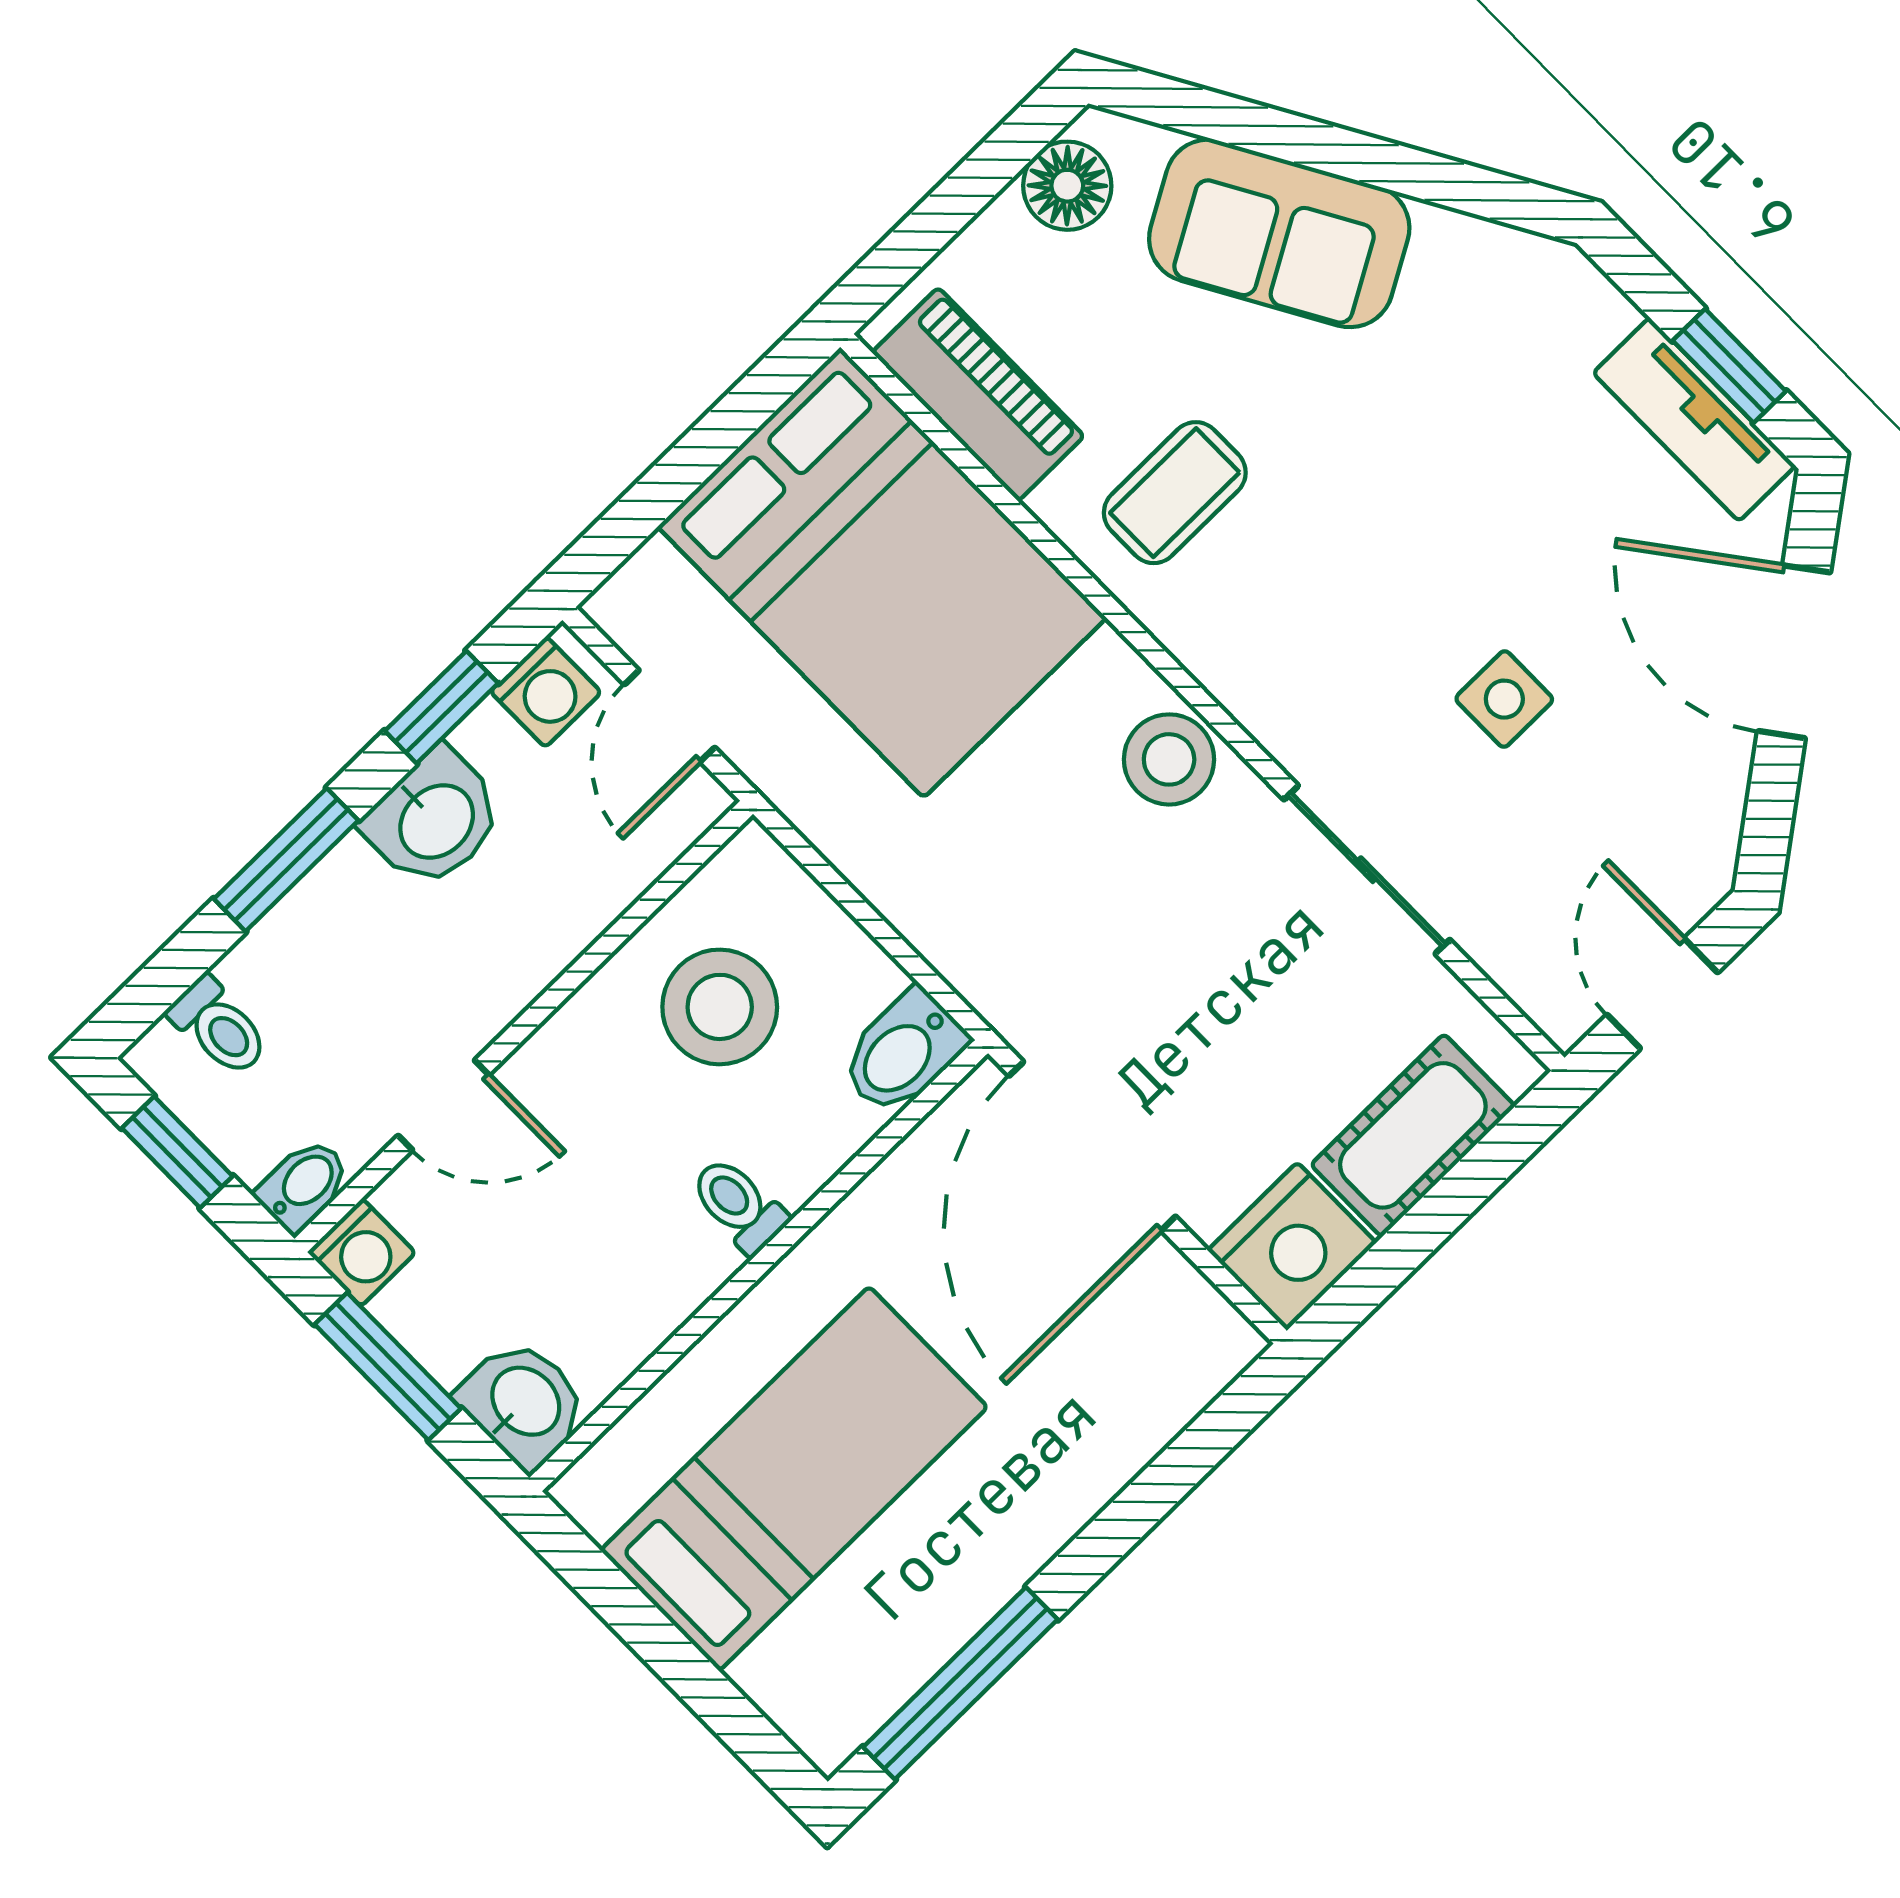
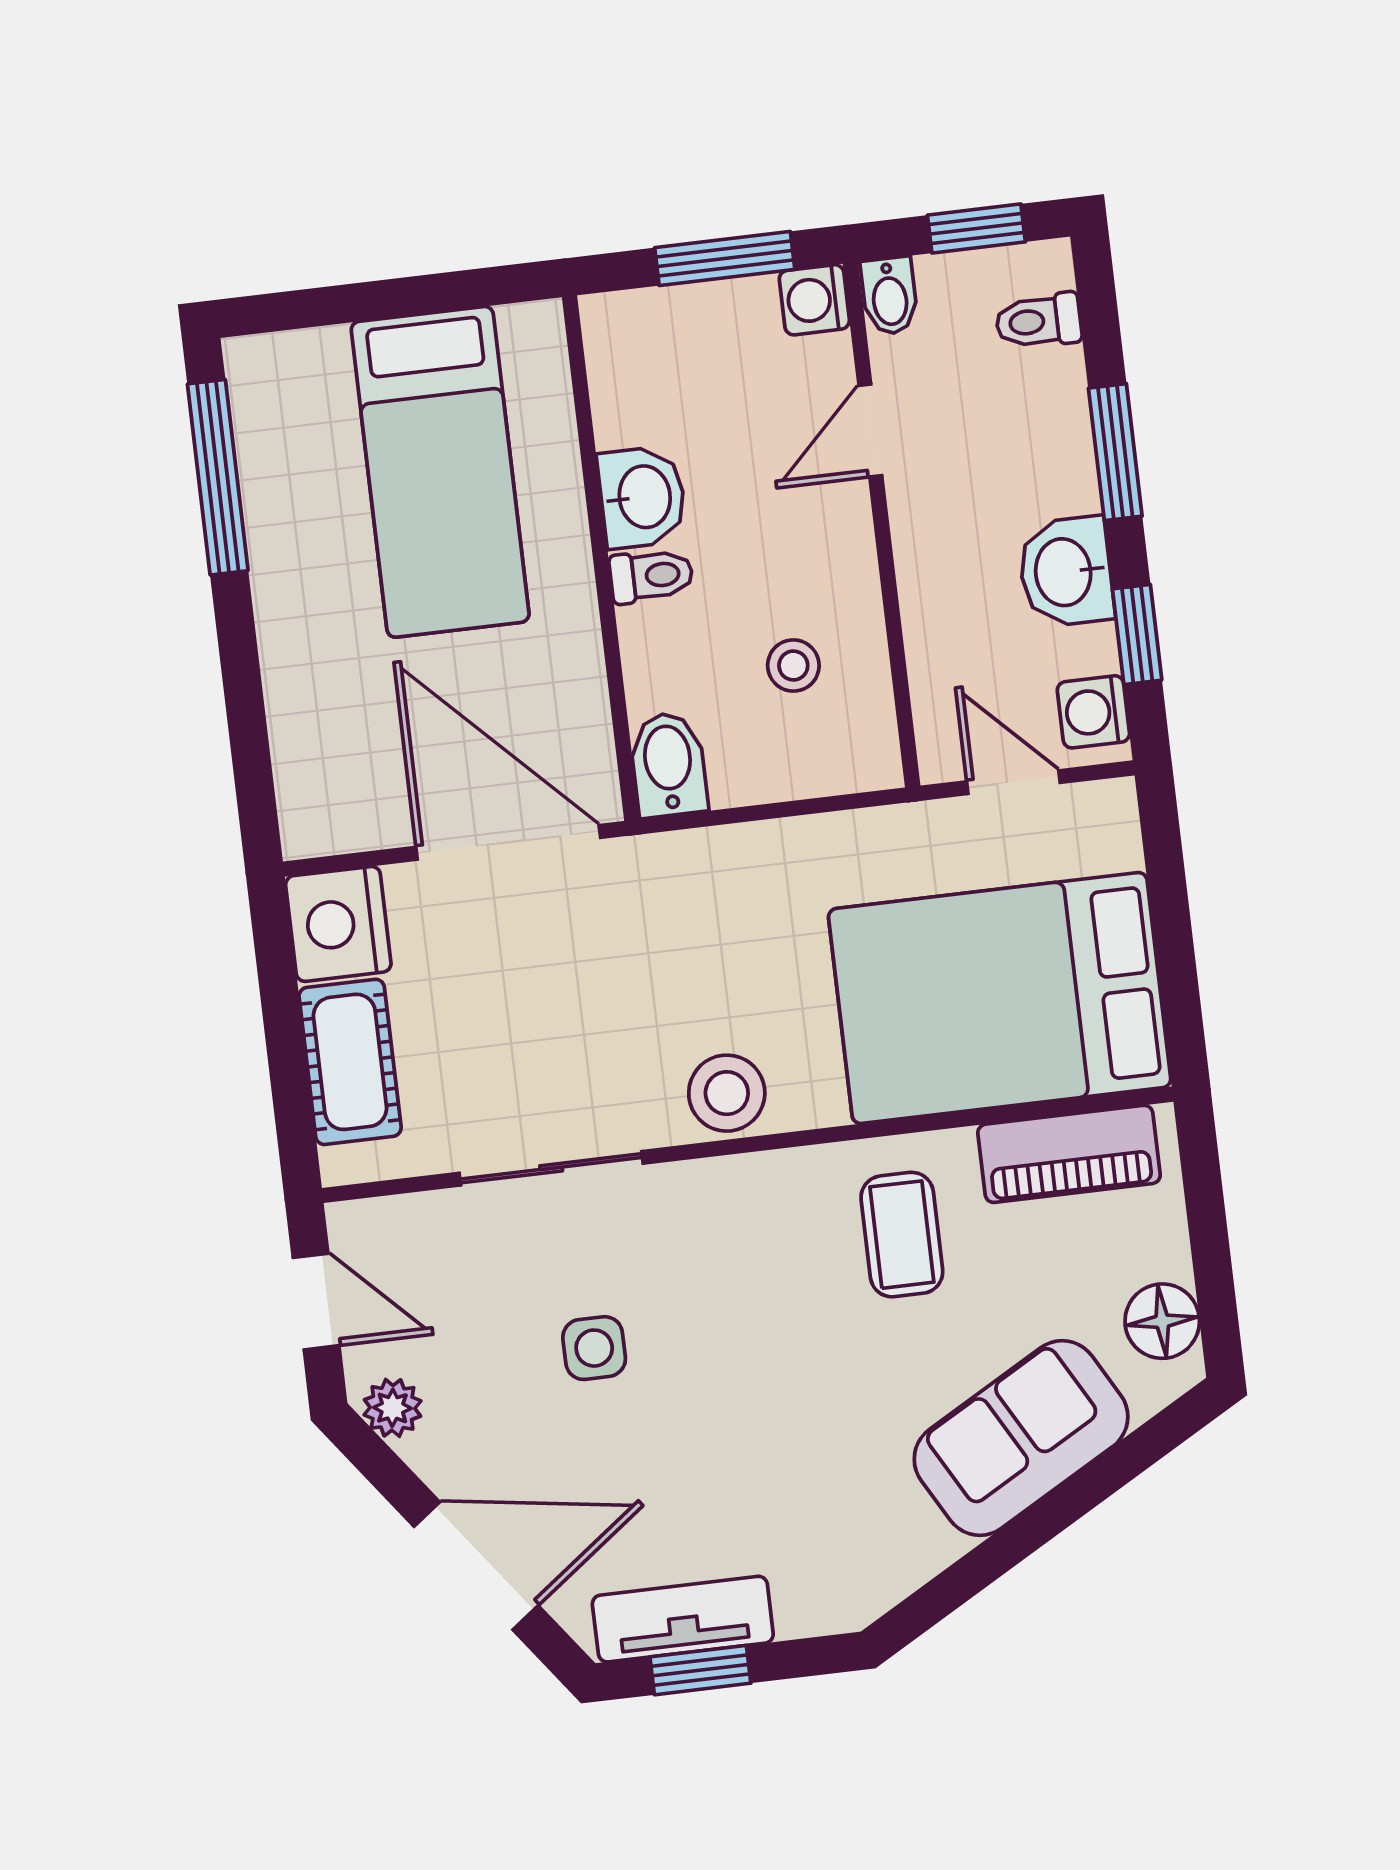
plant: (1707, 845) -> (392, 1408), added
stool: (720, 1007) -> (793, 666), width x0.53, depth x0.53
washbasin: (524, 1403) -> (642, 497), moved, turned -90

